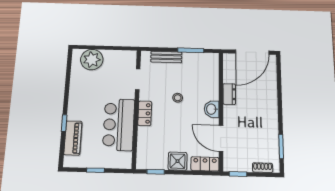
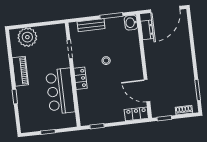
dresser: (229, 94) -> (147, 30), moved
washbasin: (212, 109) -> (131, 23), moved
piano: (73, 138) -> (20, 71), moved
shower: (178, 161) -> (114, 115), removed

